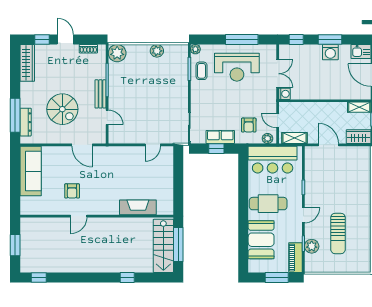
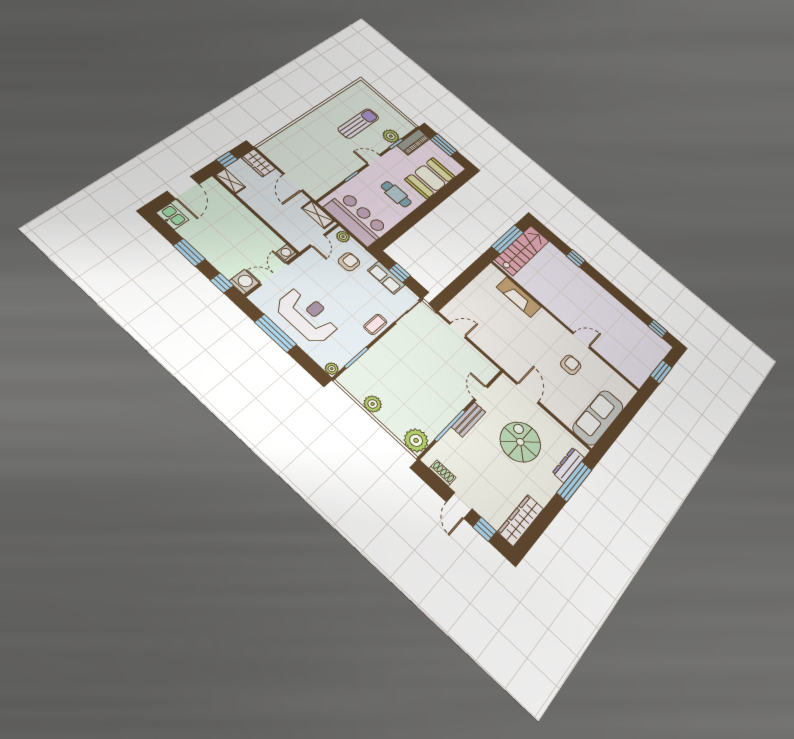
washing machine: (330, 52) -> (244, 282), moved
coffee table: (202, 71) -> (375, 324), moved
cafe table: (268, 204) -> (396, 194), width x0.73, depth x0.74

